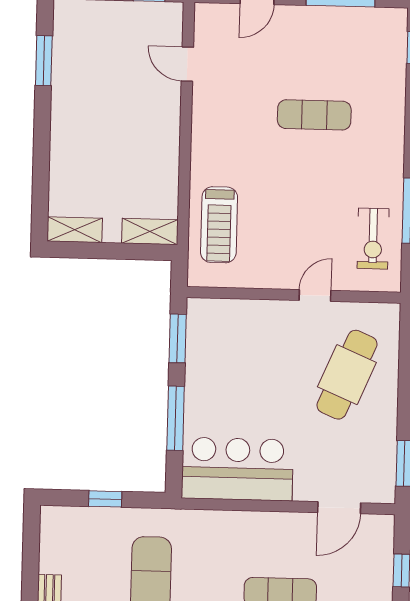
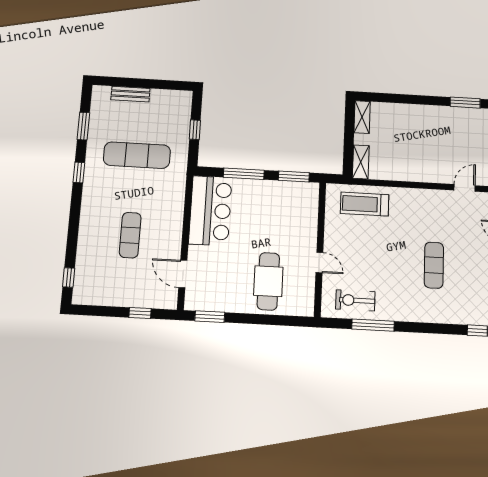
cafe table: (347, 375) -> (268, 281), turned 67

